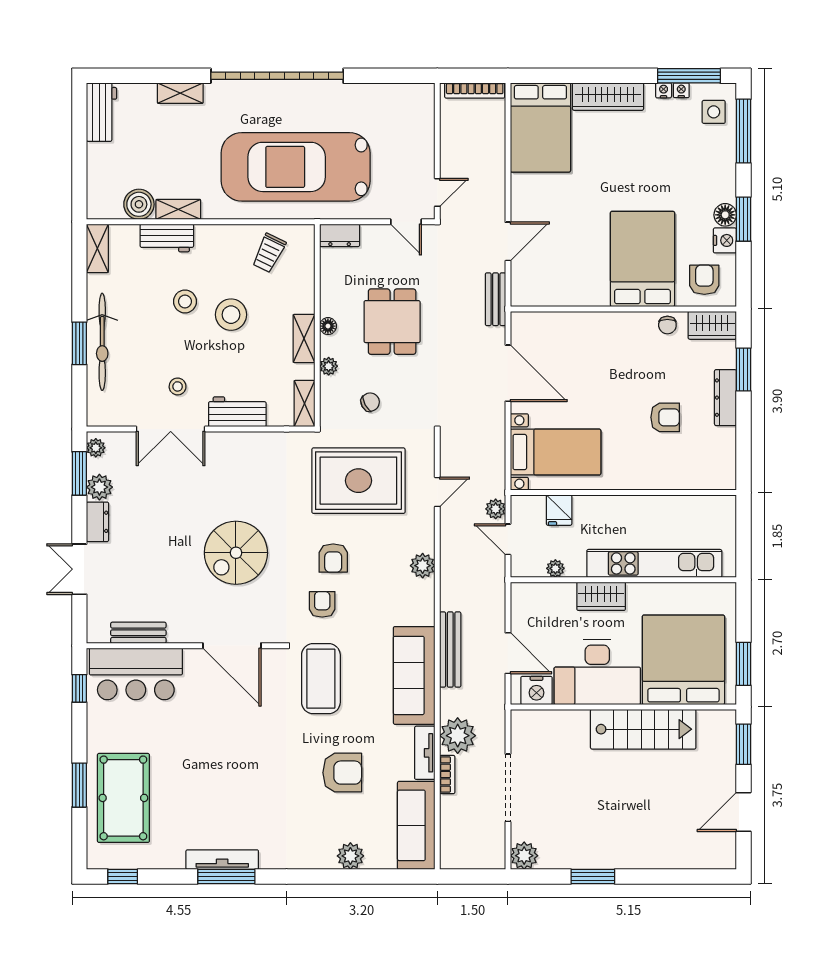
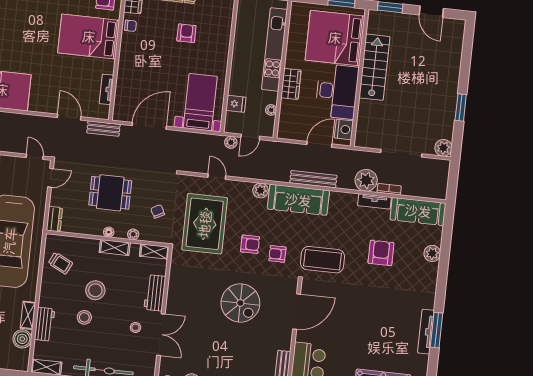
tv unit: (560, 297) -> (106, 89), added
sofa: (414, 675) -> (298, 200), moved

